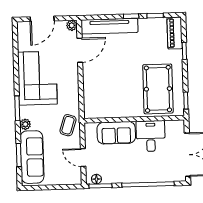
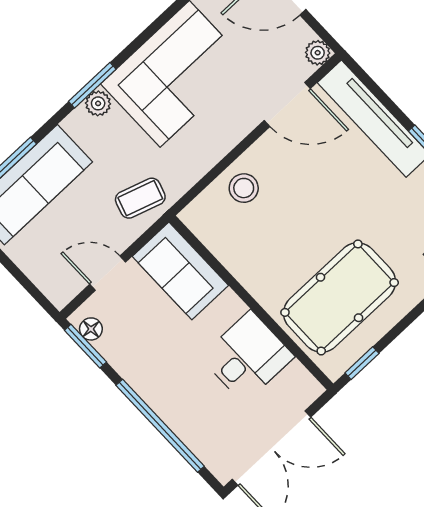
stool: (95, 89) -> (244, 188), added
plant: (25, 124) -> (98, 103), moved
sofa: (116, 133) -> (180, 271), moved
door: (83, 157) -> (108, 273), hinge flipped

